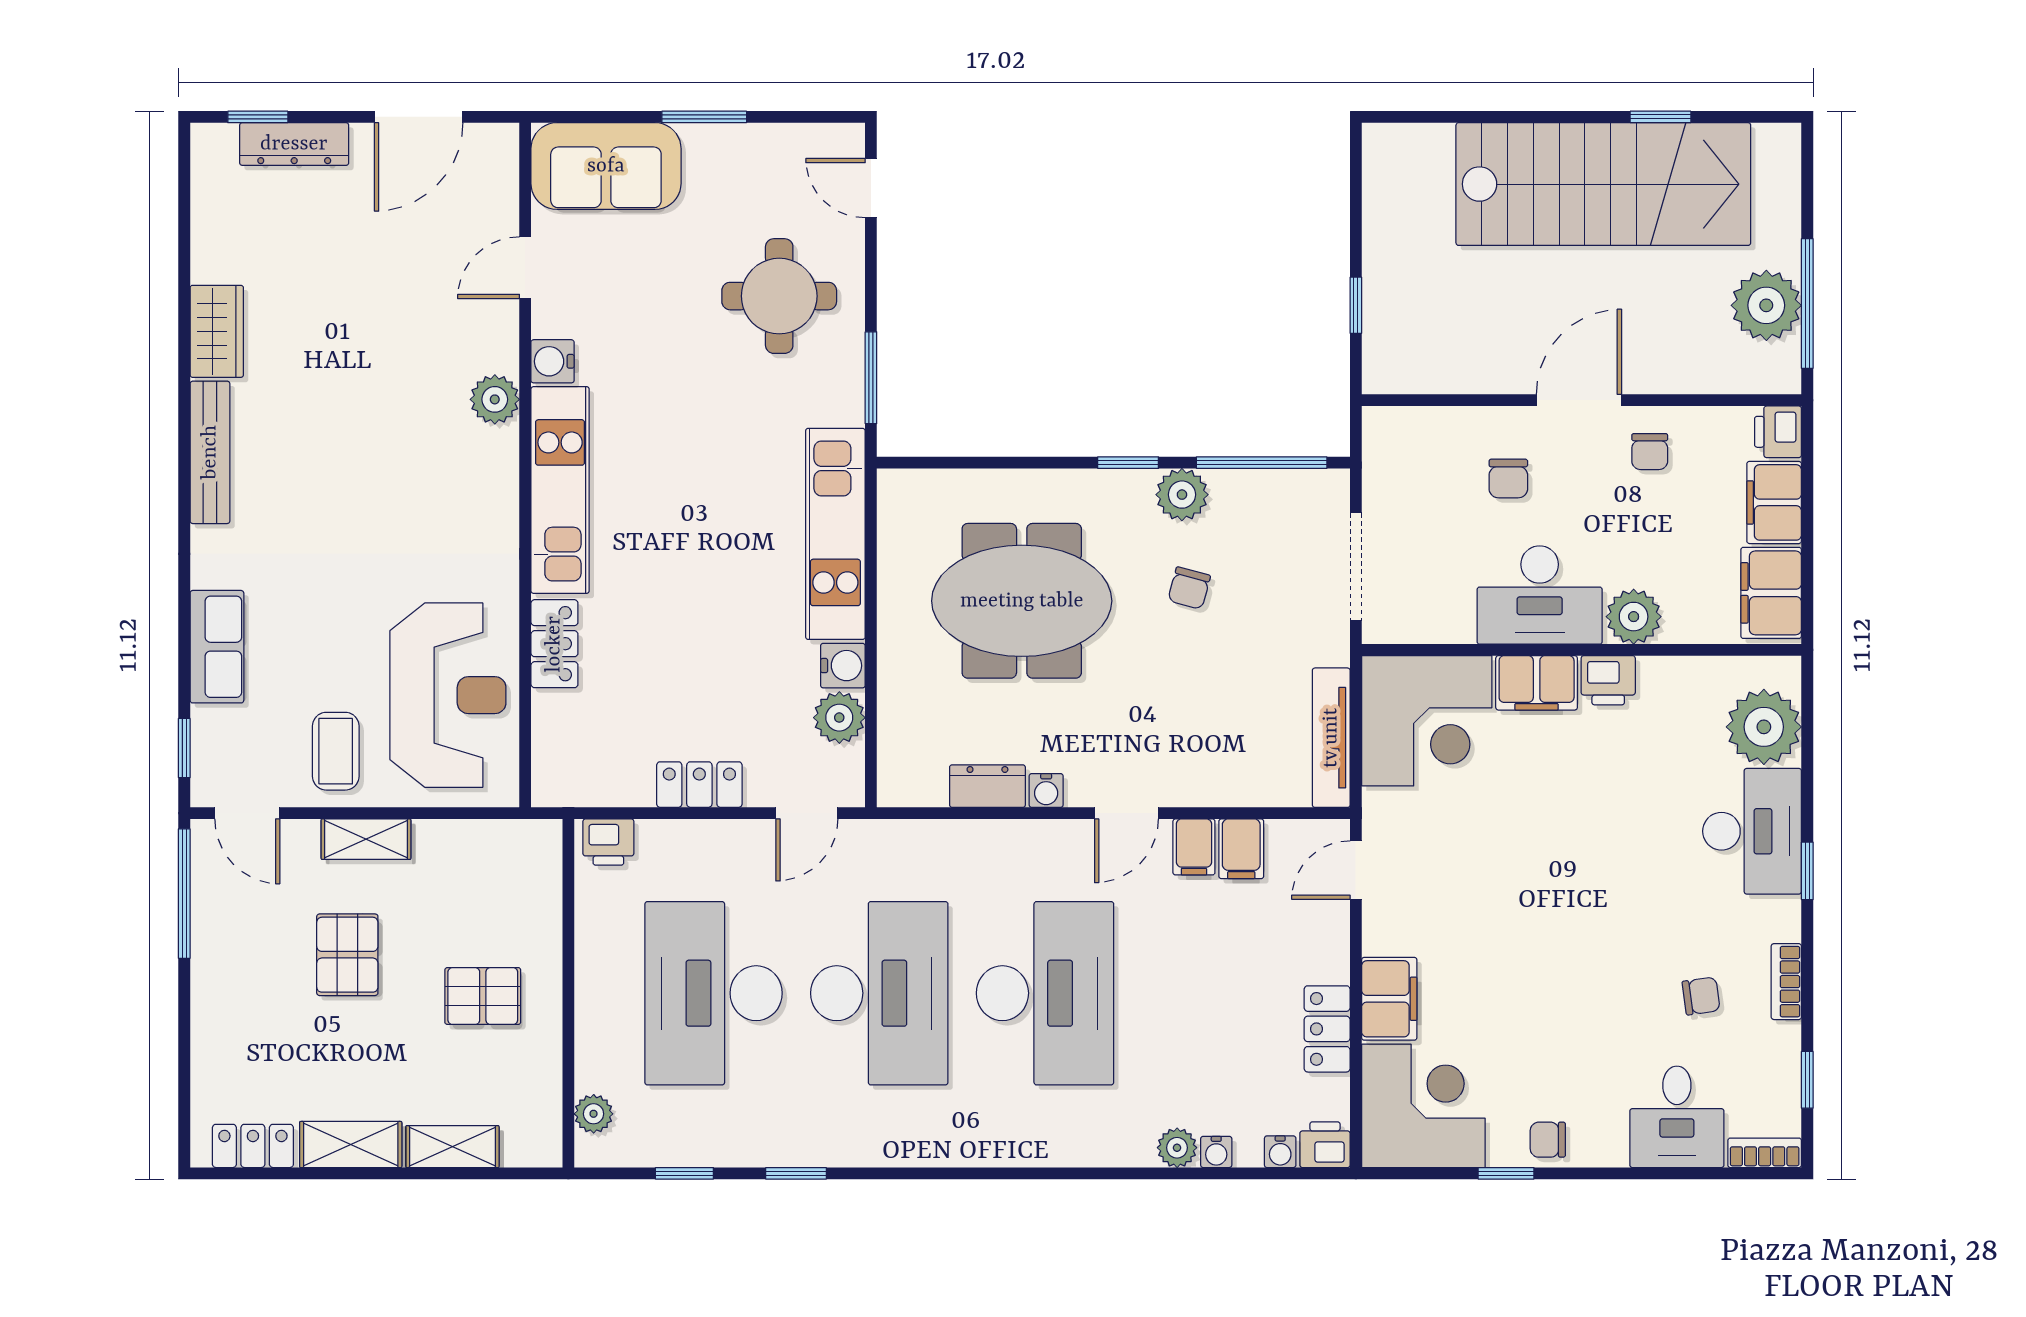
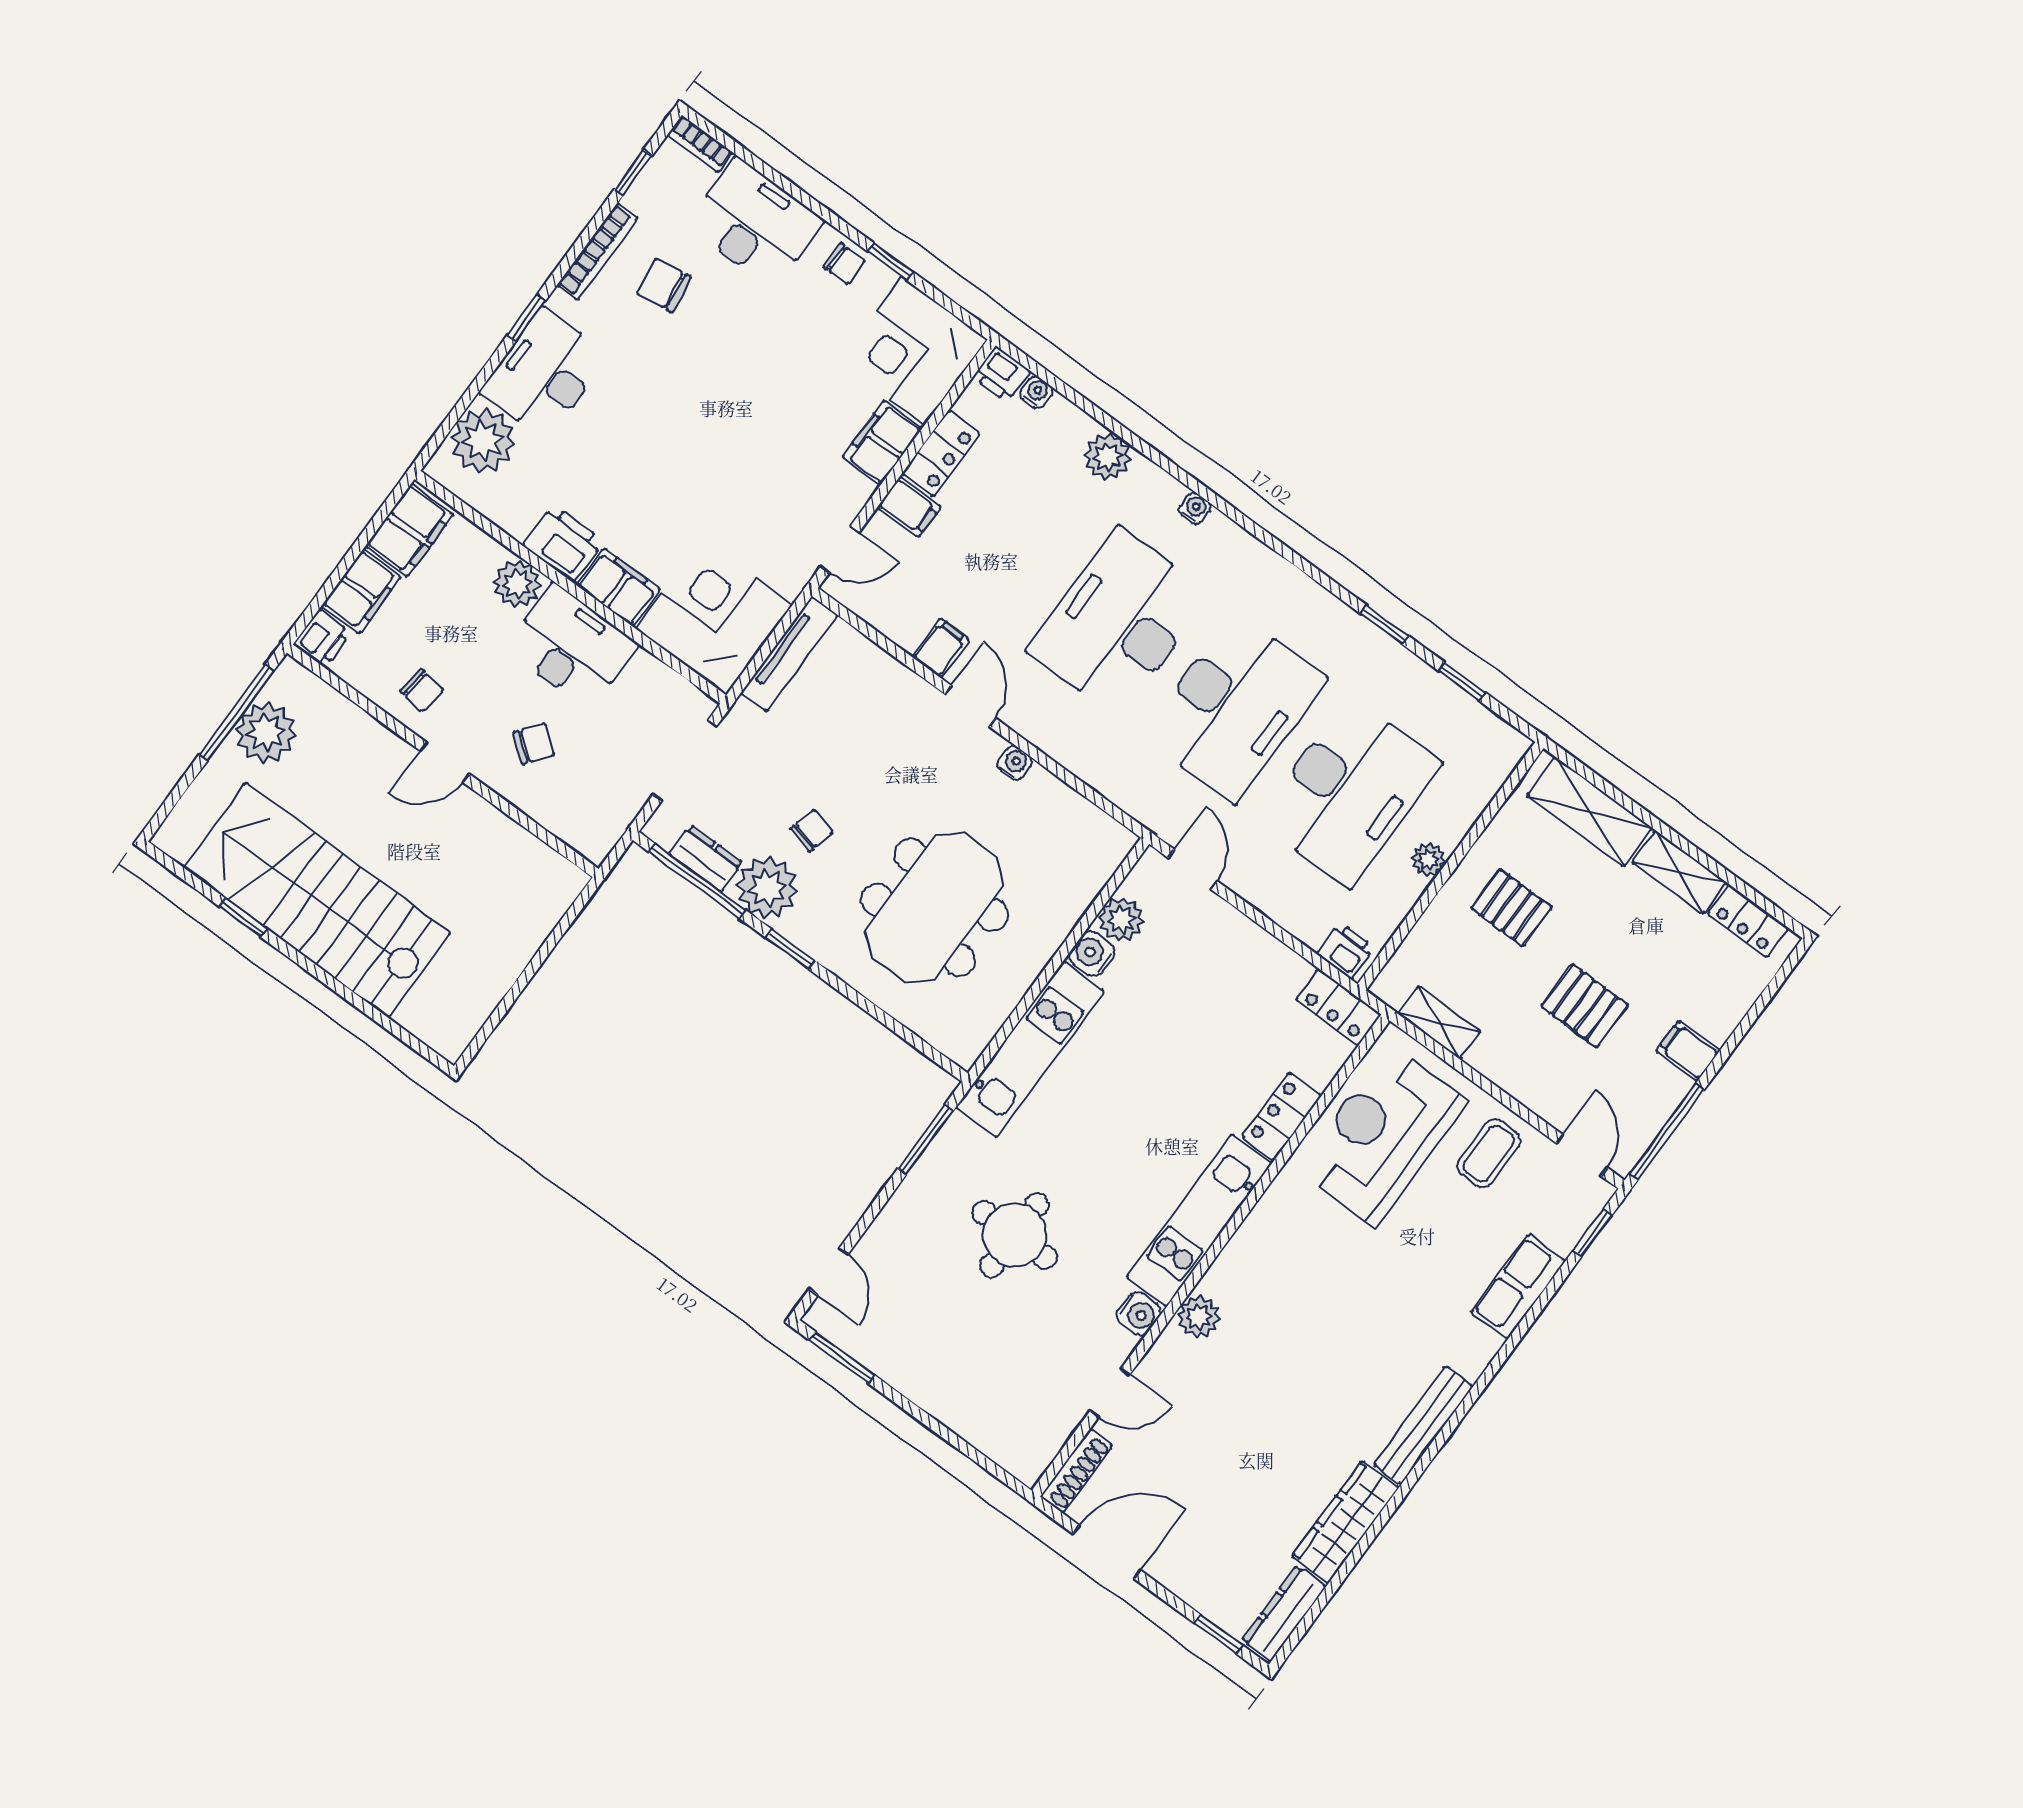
window: (704, 117) -> (842, 1357), moved
dresser: (294, 144) -> (1284, 1614), moved, turned -90
sofa: (606, 166) -> (1002, 1422), removed
shoe rack: (503, 172) -> (1076, 1471), added
round table: (779, 296) -> (1015, 1235), moved
window: (1356, 305) -> (551, 942), removed
wardrobe: (217, 331) -> (1345, 1522), width x1.50
door: (1579, 400) -> (445, 762), width x0.73
chair: (1650, 452) -> (422, 690), turned 97
chair: (1508, 479) -> (534, 744), turned 38
plant: (1182, 495) -> (767, 888), width x1.36, depth x1.36
meeting table: (1022, 601) -> (935, 907), turned 90
printer: (1608, 680) -> (563, 543), width x1.36, depth x1.24
locker: (699, 785) -> (1339, 1007), moved
dresser: (987, 786) -> (706, 858), moved, turned 180
door: (807, 813) -> (1193, 869), hinge flipped
door: (1126, 813) -> (970, 706), hinge flipped
shelving: (366, 839) -> (1439, 1023), moved
filing cabinet: (1241, 849) -> (909, 507), moved, turned 90
pallet: (347, 955) -> (1585, 1006), turned 90
bookcase: (1786, 982) -> (597, 252), width x1.56
filing cabinet: (220, 984) -> (1688, 1051), added
desk: (879, 993) -> (1234, 707), turned 180
chair: (1701, 996) -> (664, 285), width x1.37, depth x1.37
plant: (594, 1114) -> (1428, 859), moved
desk: (1677, 1117) -> (755, 223), width x1.37
shelving: (452, 1147) -> (1590, 812), width x1.50, depth x1.33
plant: (1177, 1148) -> (1107, 457), width x1.38, depth x1.38
water cooler: (1216, 1152) -> (1195, 508), moved

